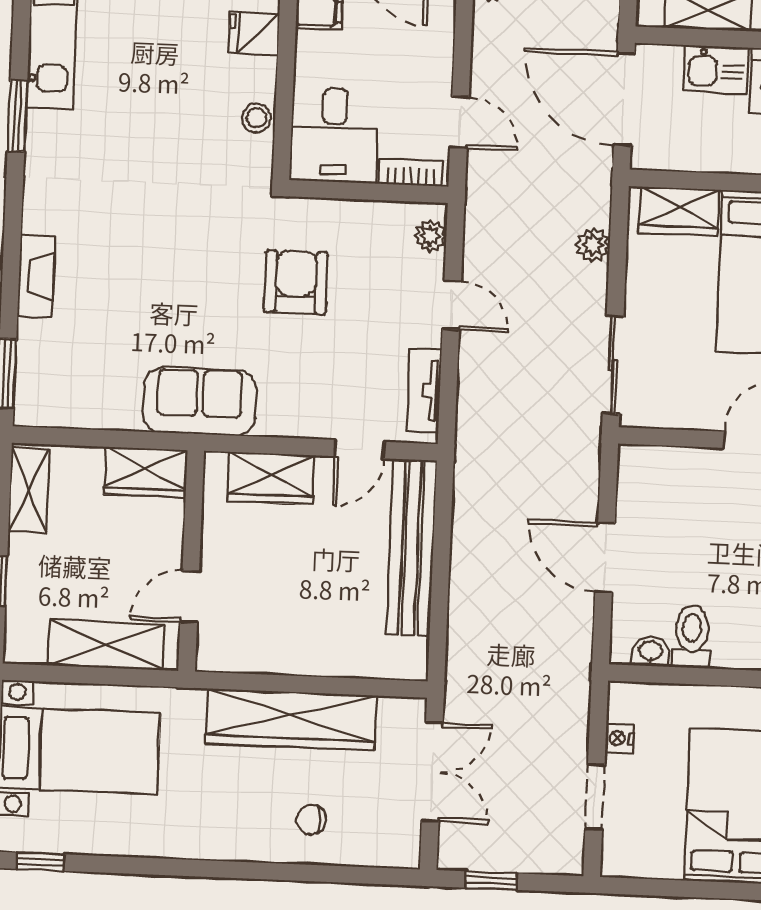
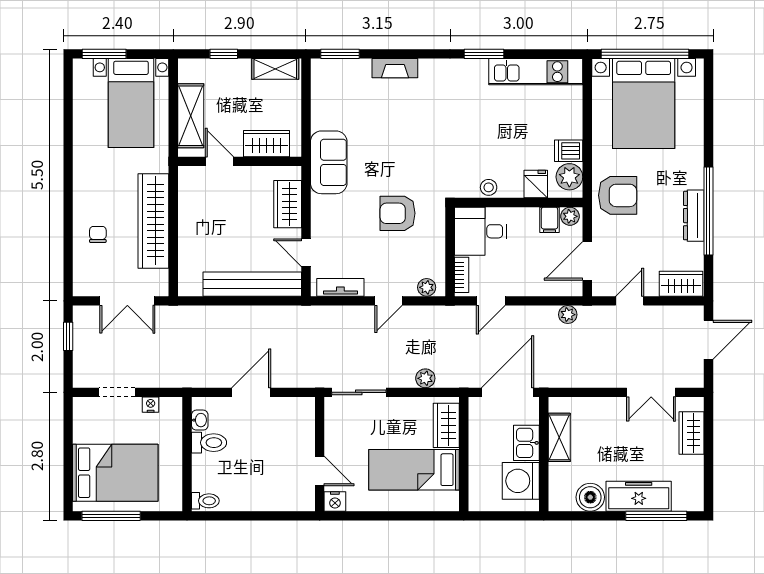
armchair: (296, 282) -> (398, 213), turned 180
wardrobe: (146, 472) -> (267, 144), moved, turned 90
window: (40, 862) -> (68, 84), removed

